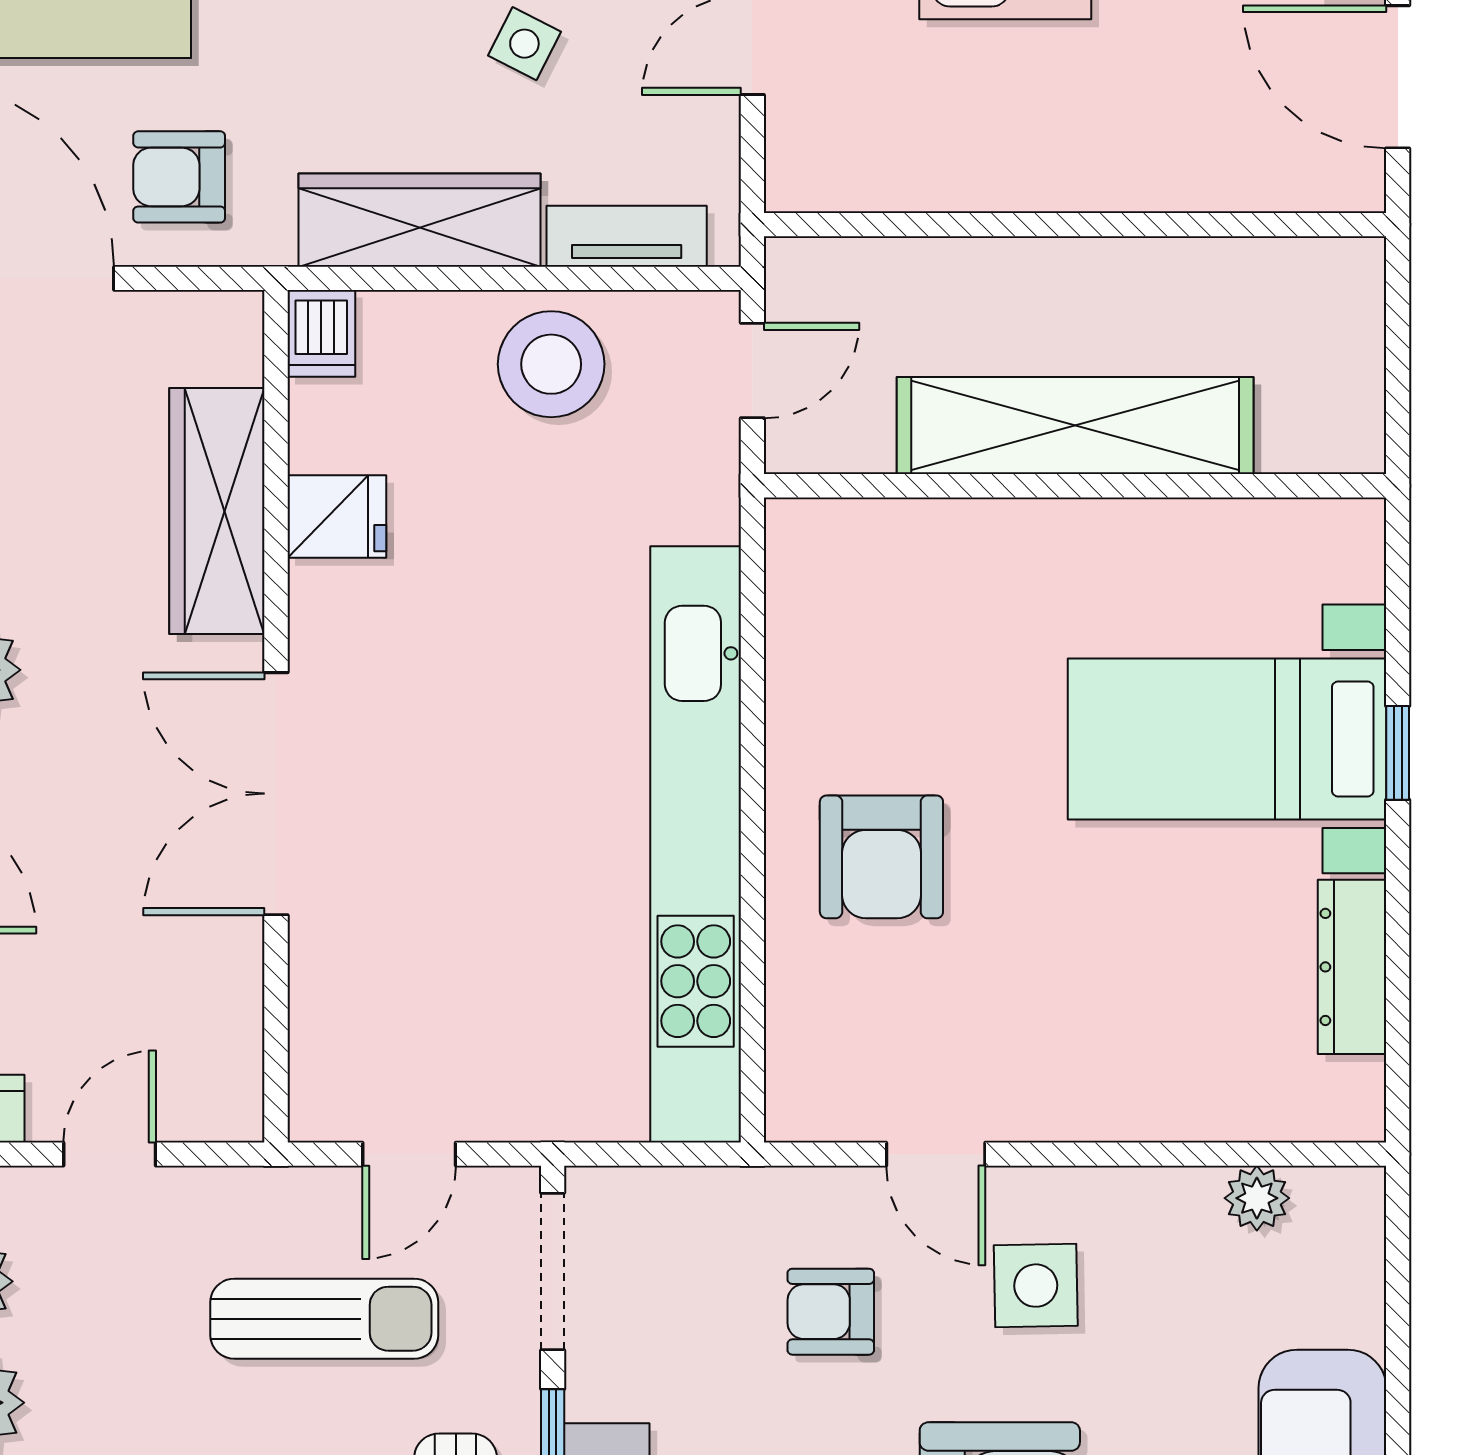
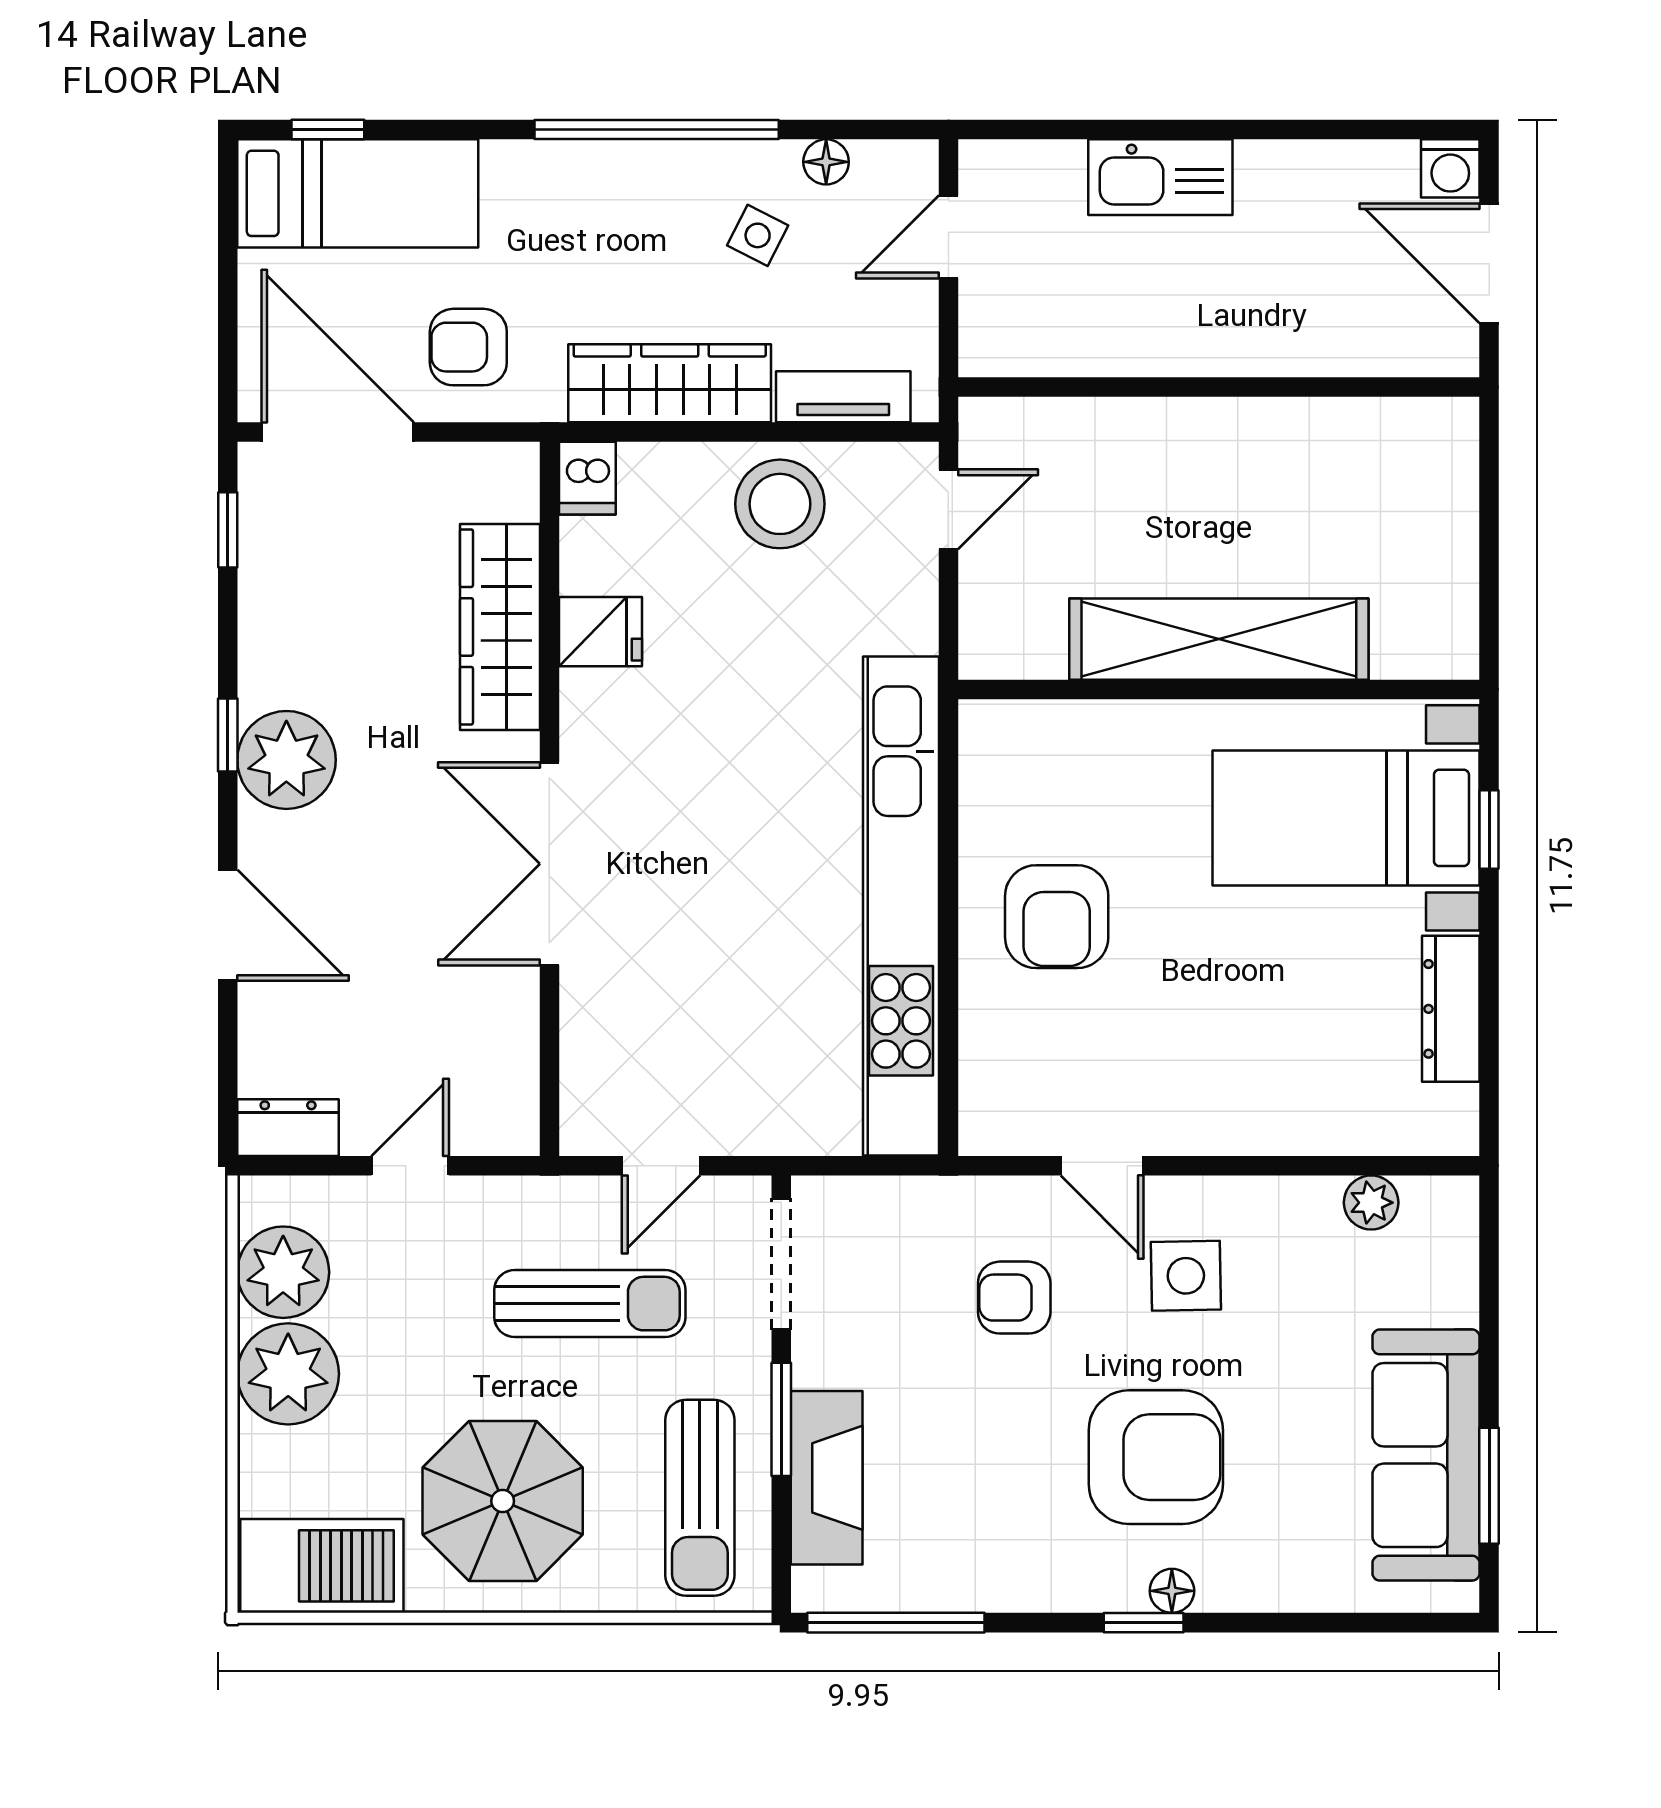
shelving: (1075, 426) -> (1219, 639), moved
wall: (1075, 486) -> (1219, 689), moved

